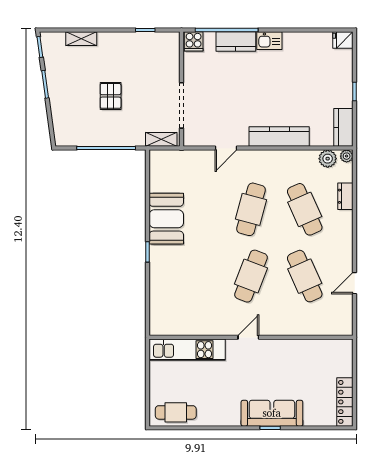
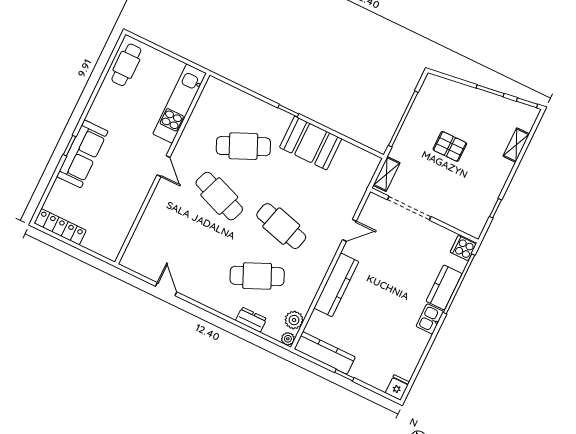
kitchen counter: (343, 127) -> (325, 353), width x1.50
door: (226, 148) -> (349, 230), swing flipped
cafe table: (305, 276) -> (243, 146), moved

